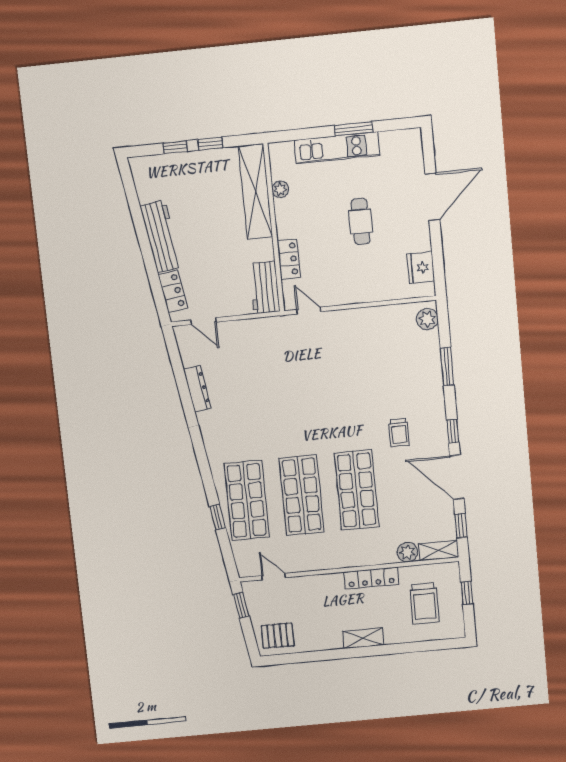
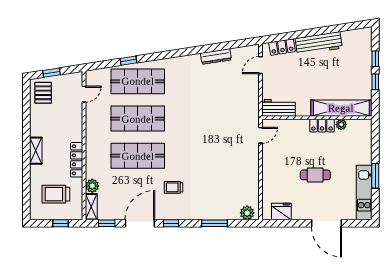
kitchen unit: (337, 148) -> (364, 193), moved
locker: (289, 259) -> (322, 126), moved
window: (241, 605) -> (51, 73), moved

